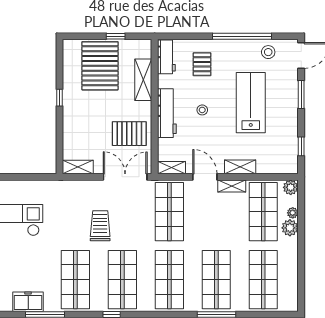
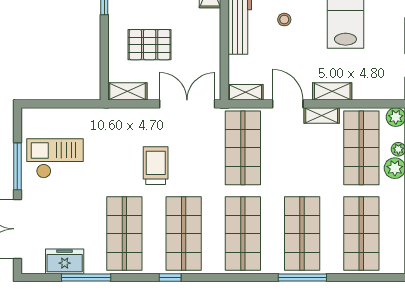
pallet: (129, 134) -> (150, 45), moved

